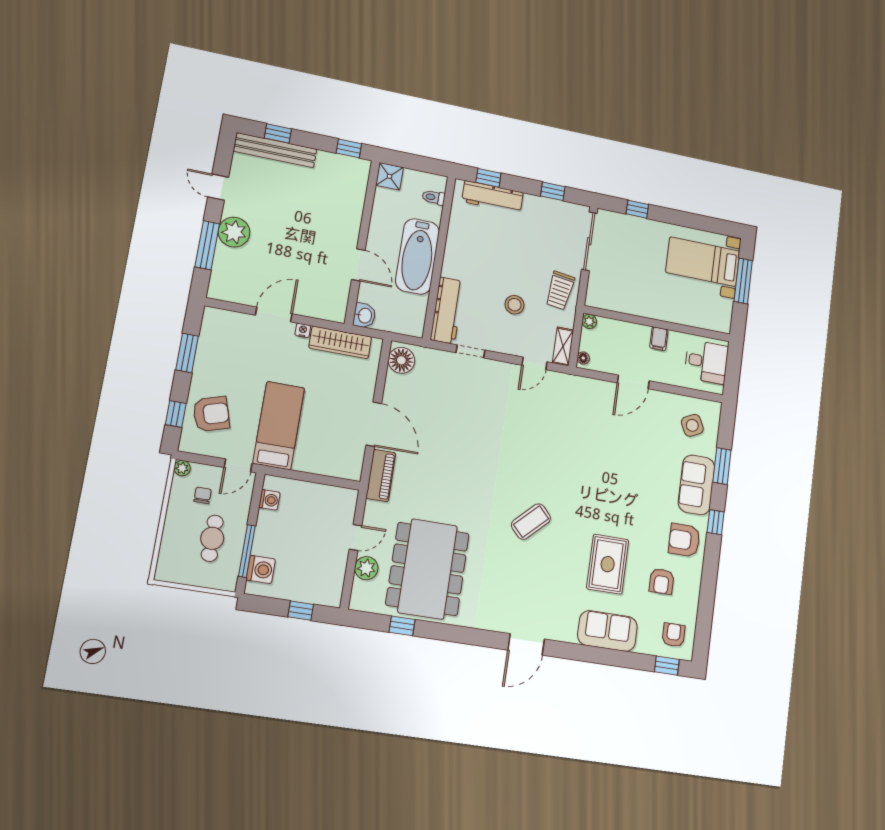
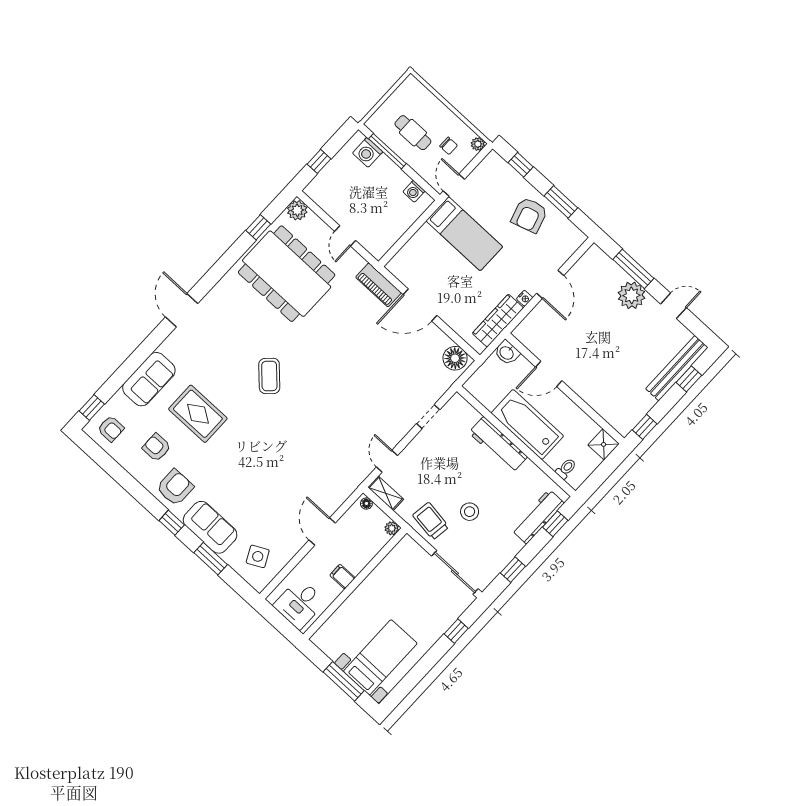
stool: (514, 305) -> (470, 512), moved
workbench: (447, 311) -> (498, 445), moved
armchair: (211, 414) -> (529, 215), moved
plant: (366, 568) -> (297, 210), moved

